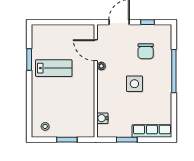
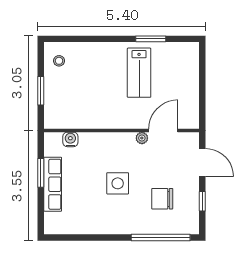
window: (174, 71) -> (161, 238), moved
row of seats: (152, 131) -> (53, 184), moved

